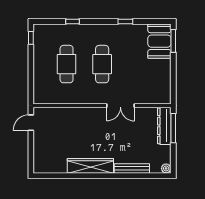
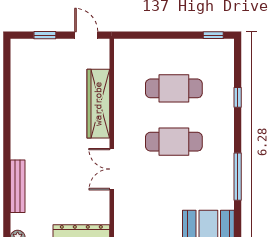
window: (125, 22) -> (238, 177), width x2.17
window: (31, 150) -> (45, 35), added
wardrobe: (90, 166) -> (98, 104), moved, turned 180

